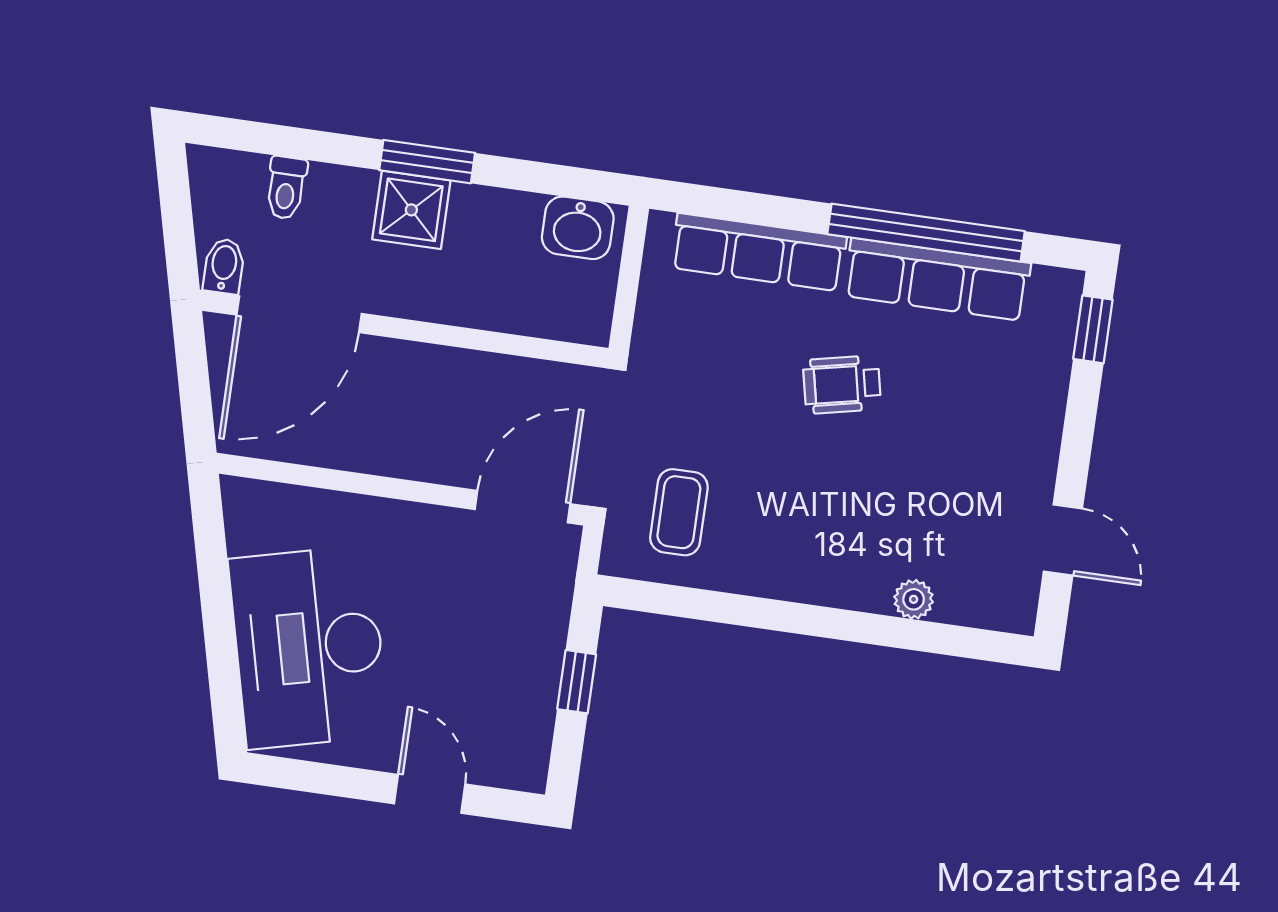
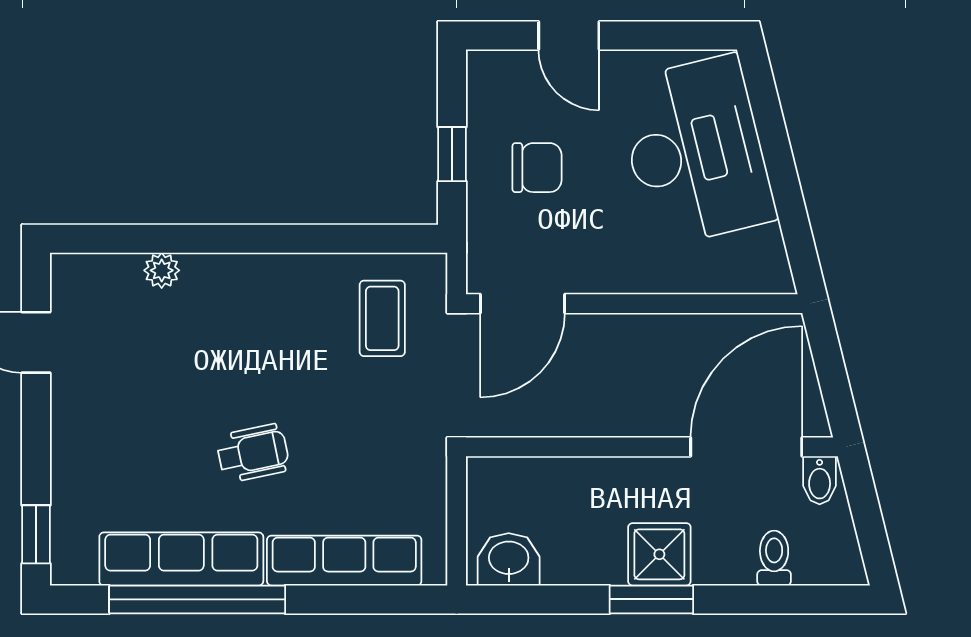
chair: (485, 654) -> (537, 168), added

